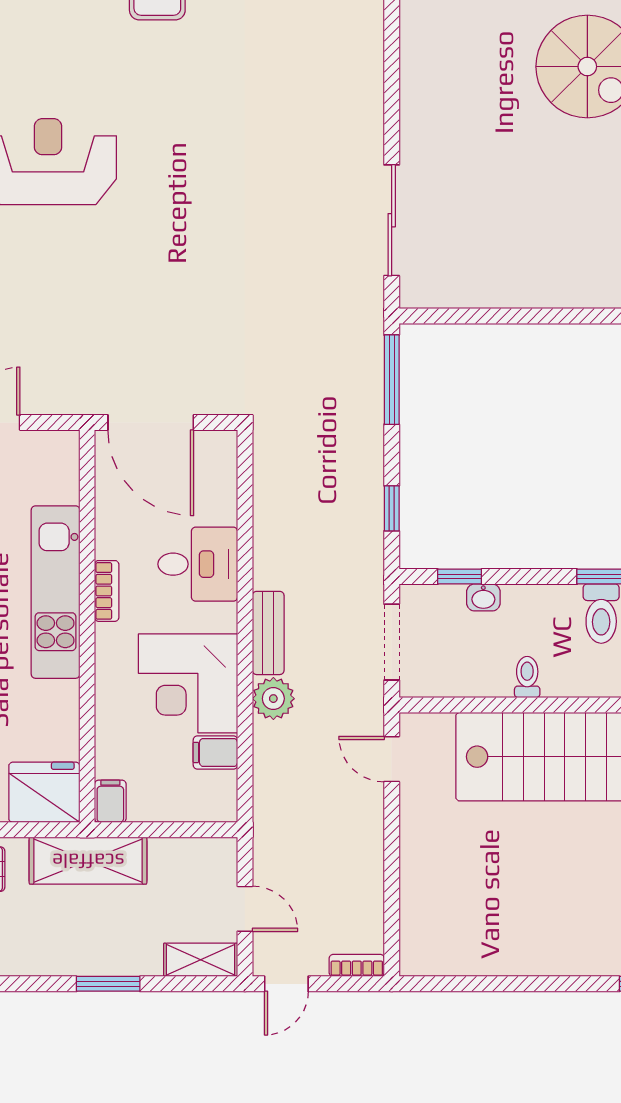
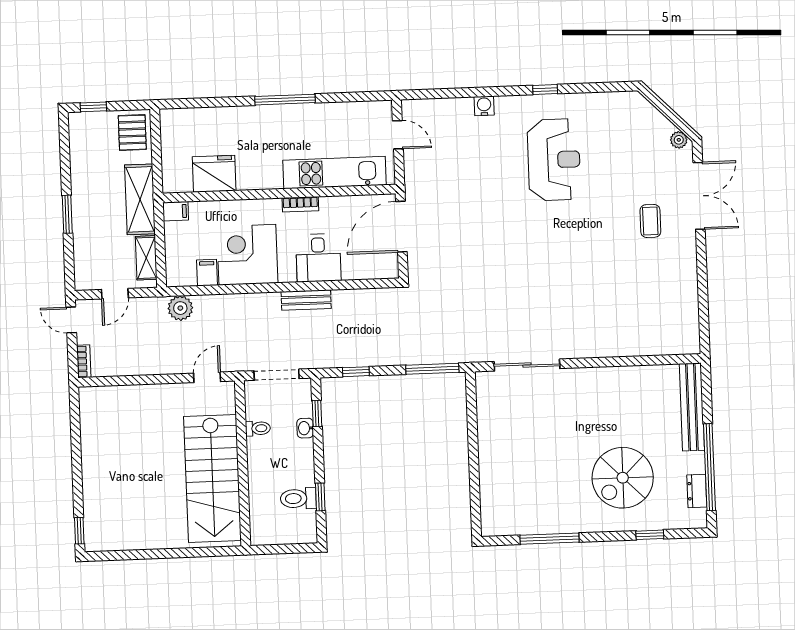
kitchen unit: (56, 592) -> (334, 173), moved
bench: (268, 633) -> (306, 300), moved
toilet: (527, 677) -> (258, 428), moved
plant: (273, 699) -> (180, 308), moved
fridge: (44, 792) -> (214, 174), moved, turned -90
shelving: (201, 960) -> (146, 258), moved

